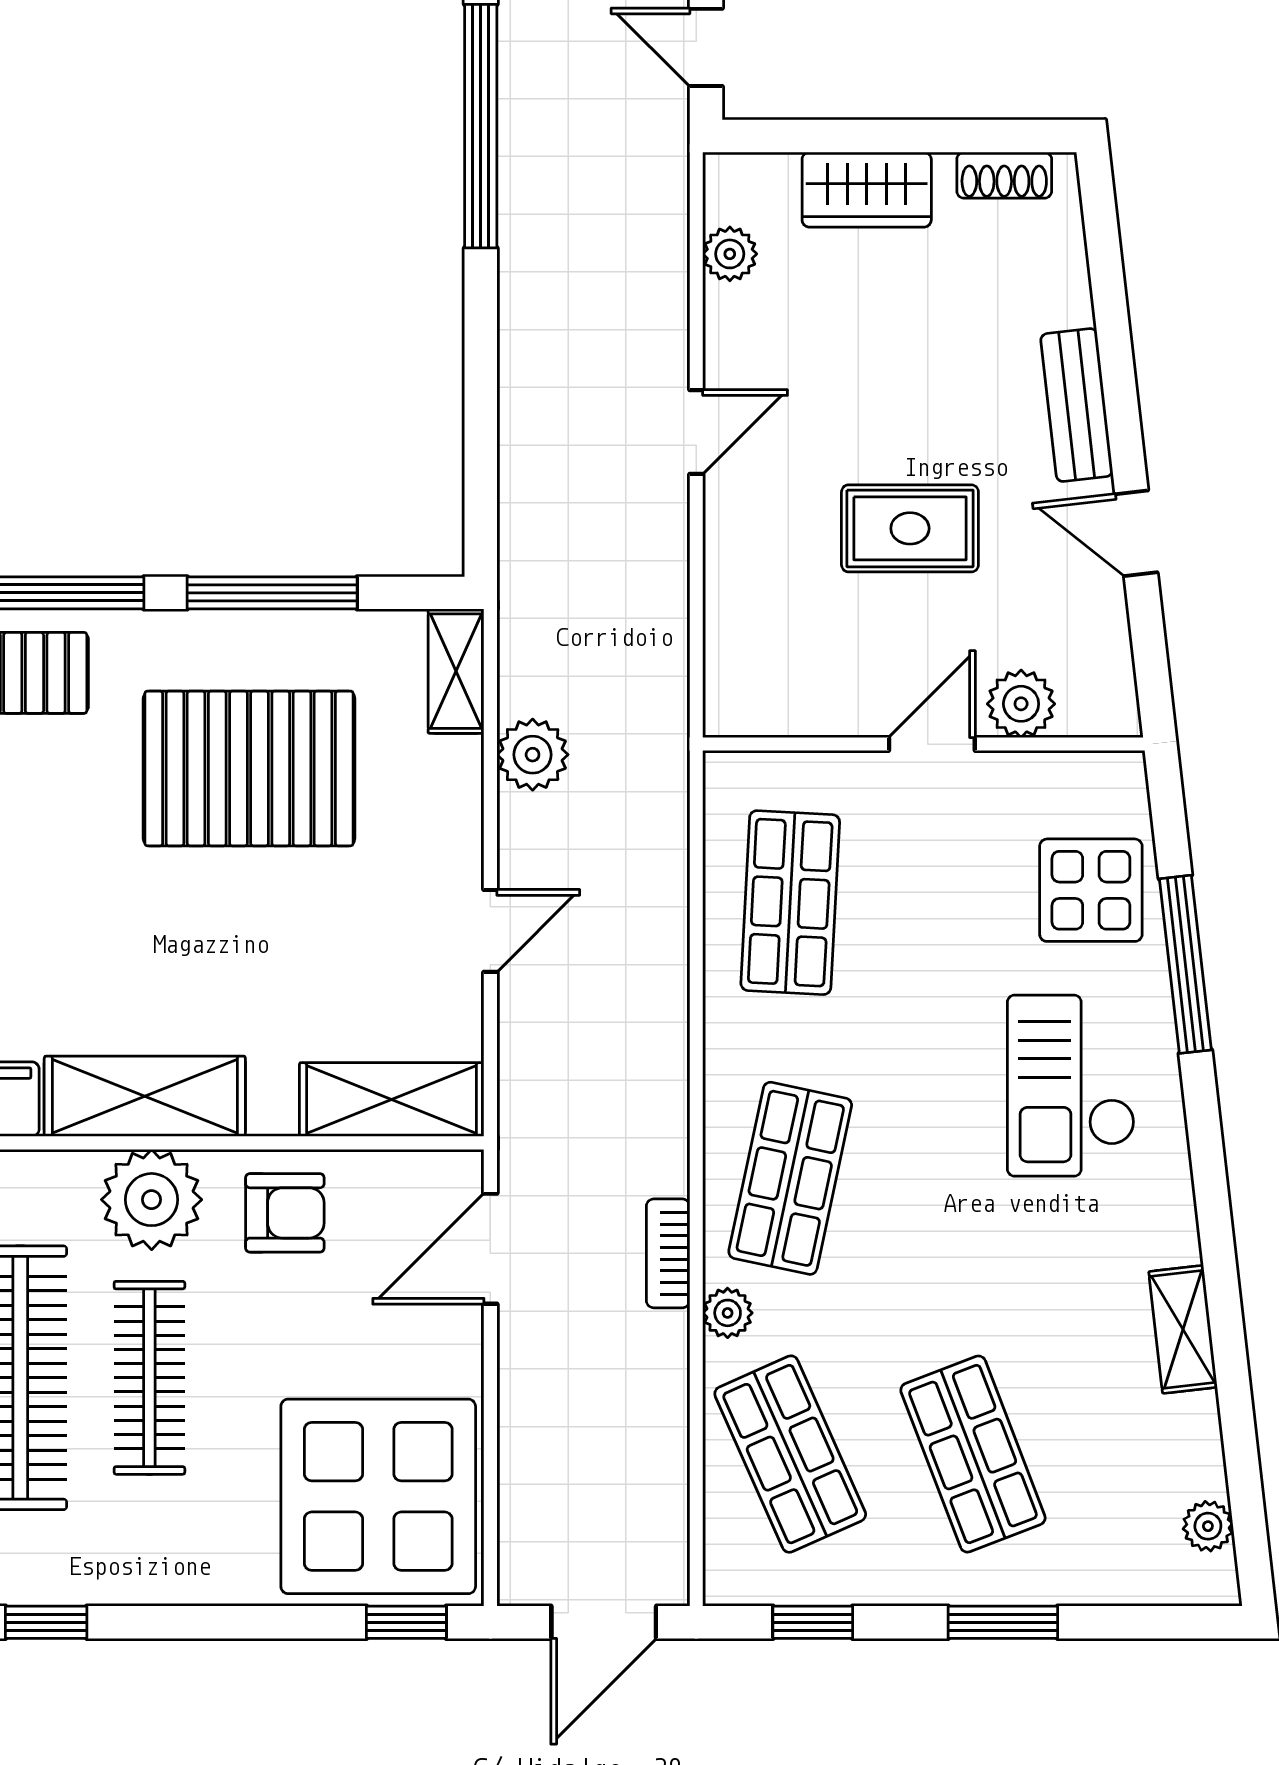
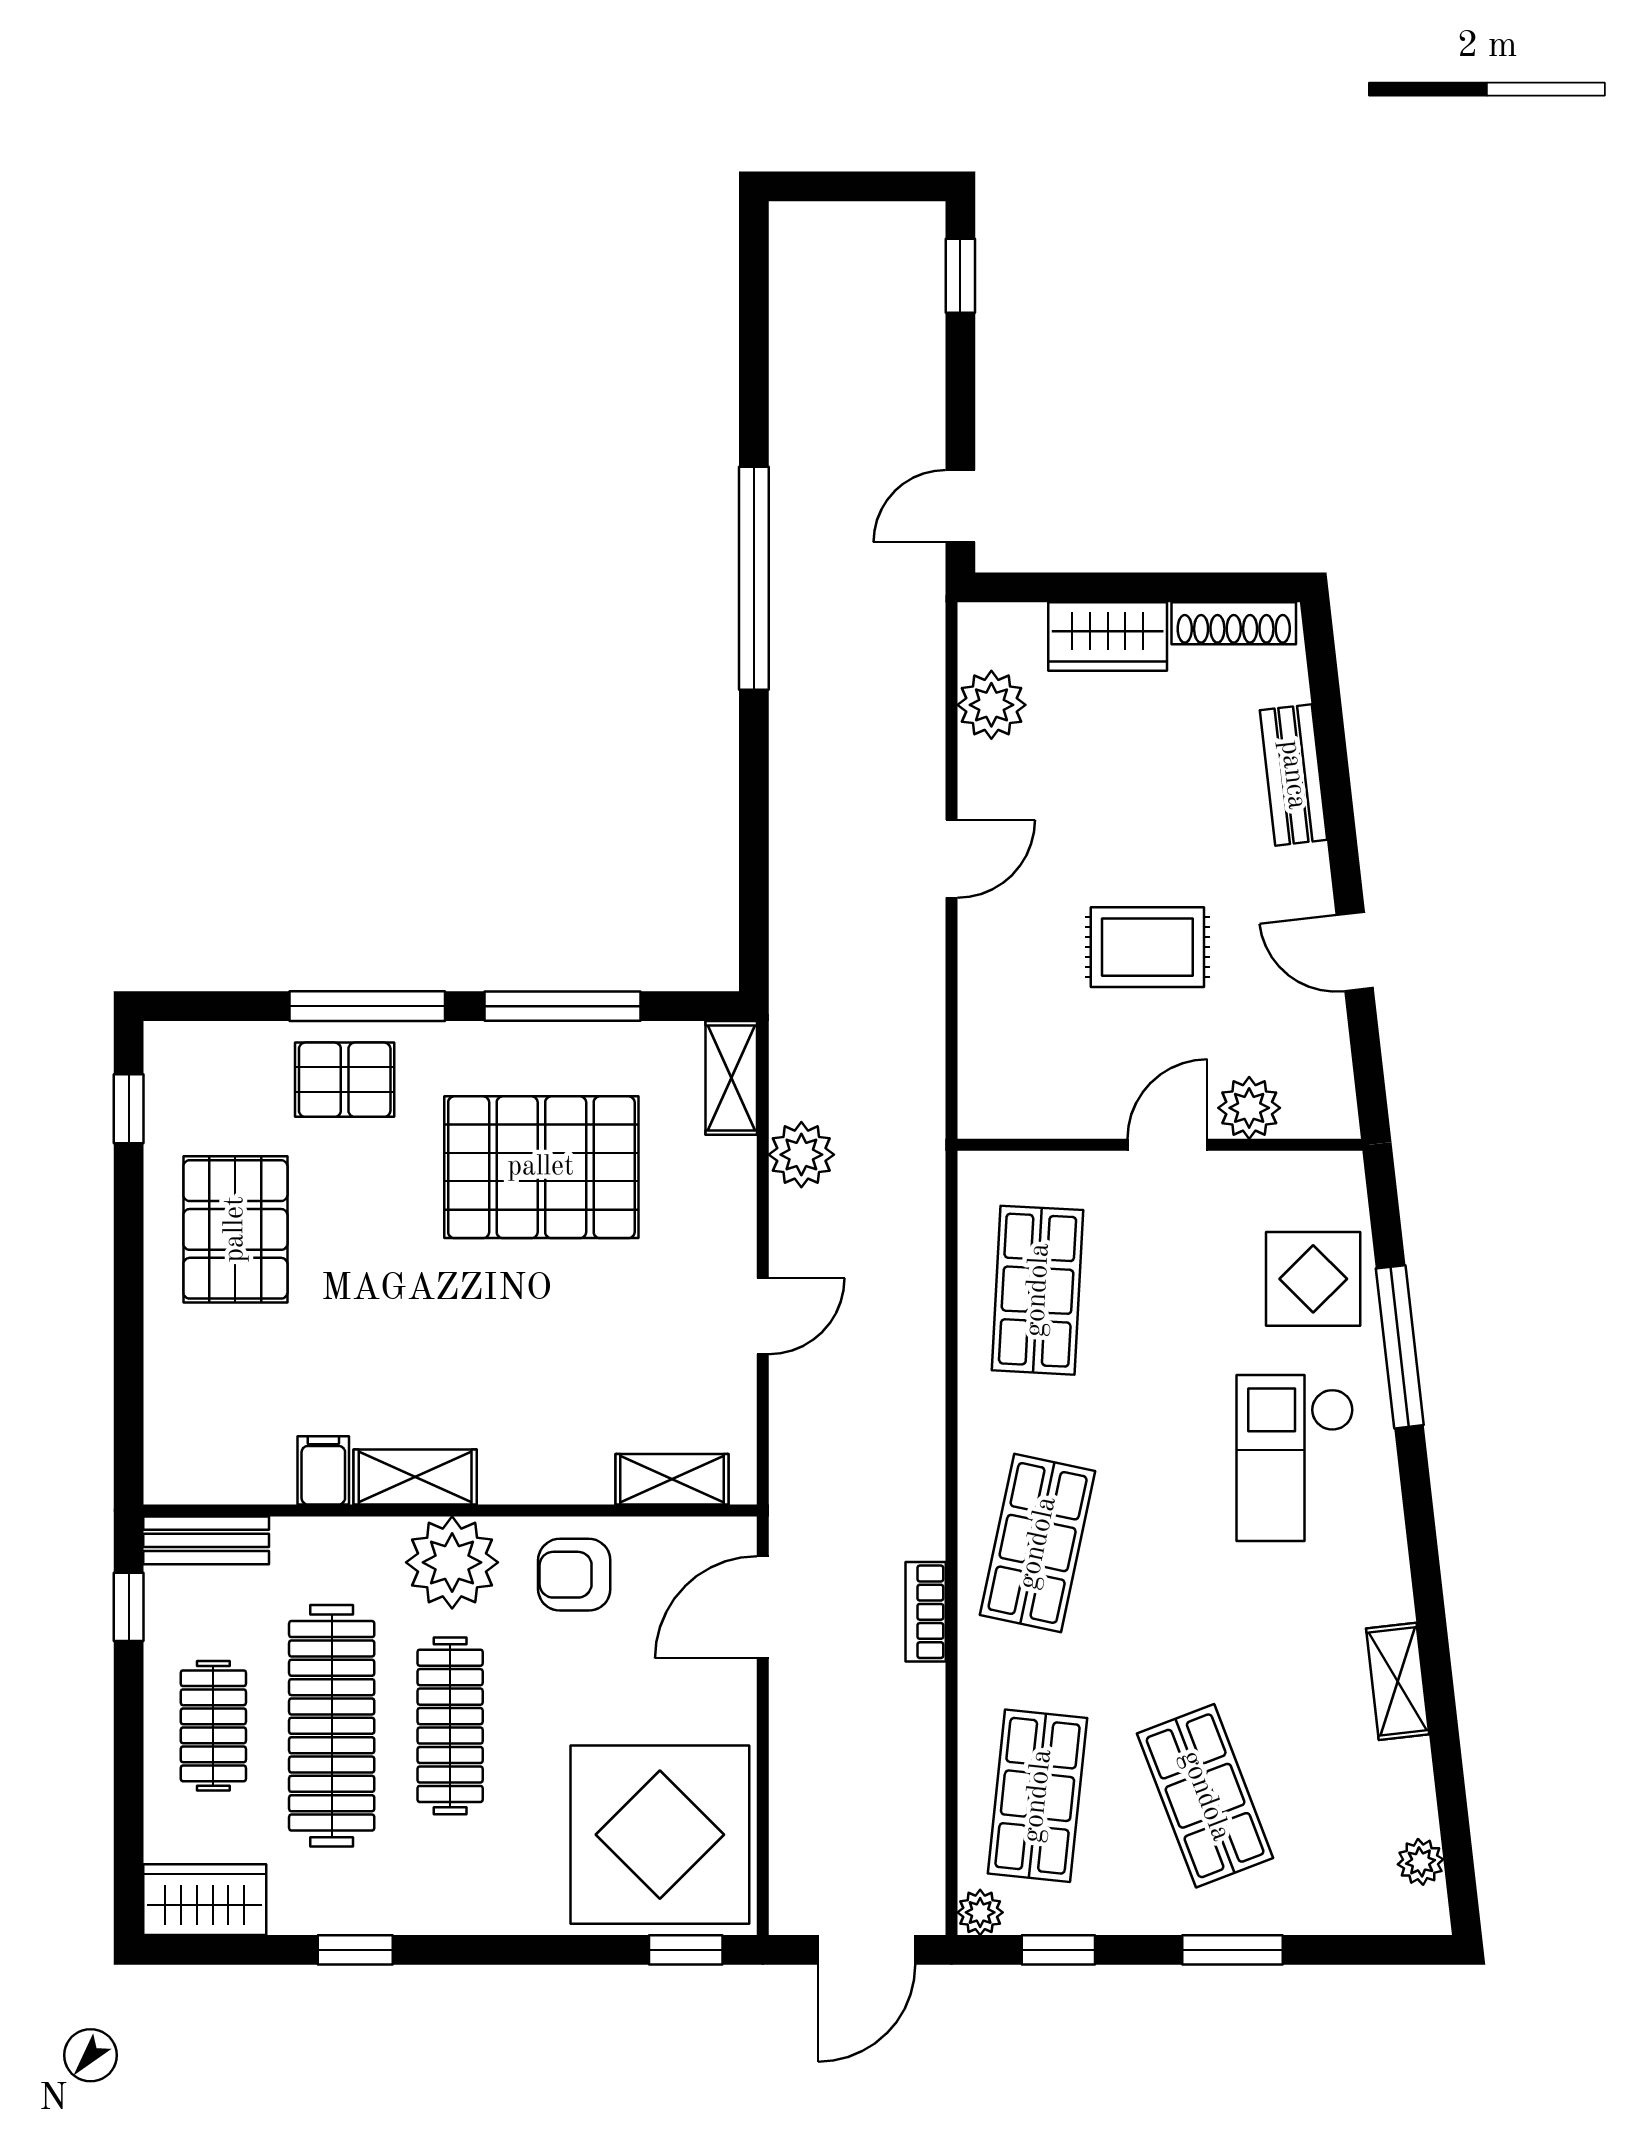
door: (706, 47) -> (960, 506), hinge flipped
shoe rack: (1004, 175) -> (1234, 623), width x1.43
plant: (730, 254) -> (991, 705), width x1.38, depth x1.38
bench: (1077, 405) -> (1293, 775), moved
shelving: (145, 1096) -> (415, 1477), width x0.67, depth x0.75
shelving: (391, 1100) -> (672, 1479), width x0.67, depth x0.75
armchair: (285, 1213) -> (574, 1575), turned 180
plant: (728, 1313) -> (980, 1912), moved
shop shelf: (790, 1454) -> (1038, 1796), turned 30

